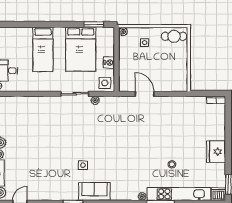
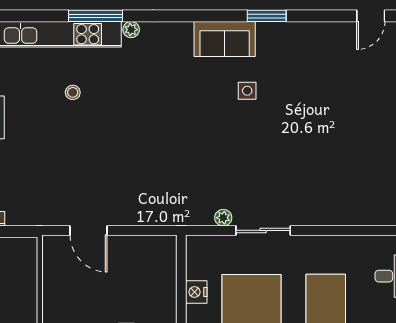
side table: (105, 83) -> (204, 252), removed
door: (145, 94) -> (89, 230), moved

